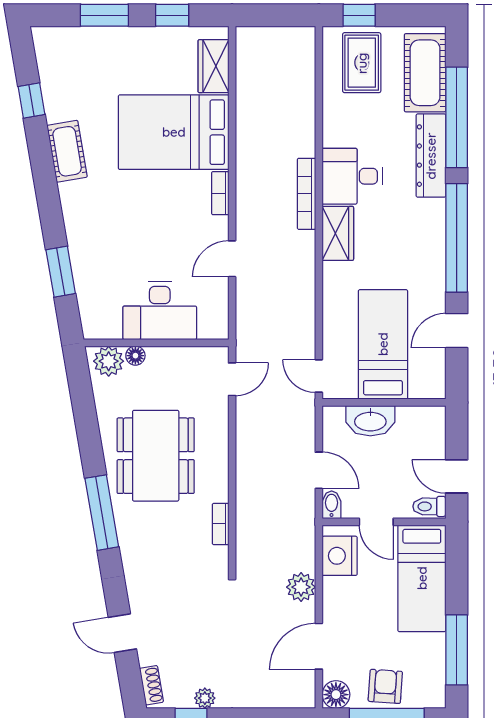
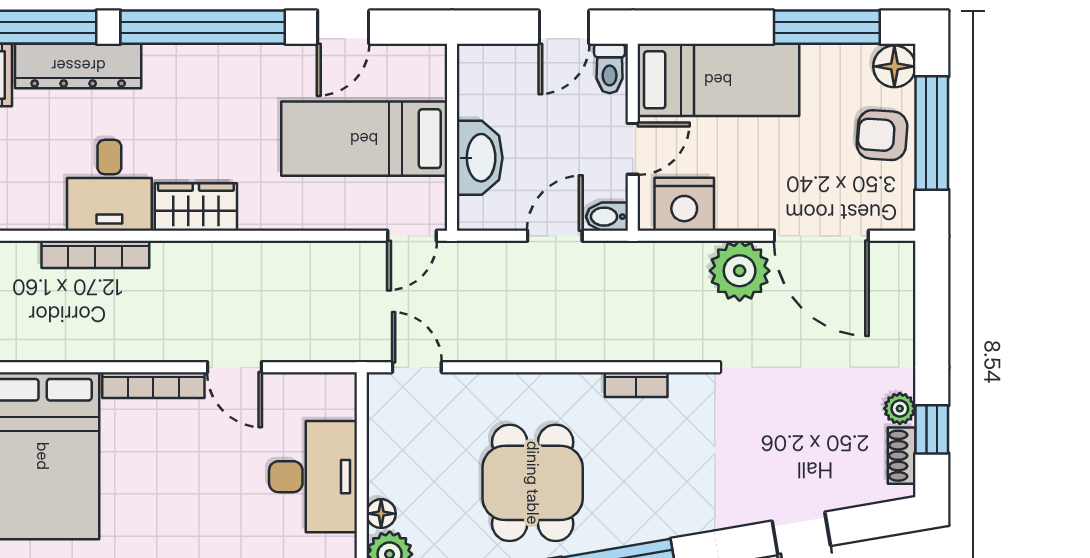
bookcase: (220, 193) -> (153, 385), width x1.56
bookcase: (307, 194) -> (95, 254), moved
door: (457, 331) -> (343, 27), hinge flipped
dining table: (156, 456) -> (533, 483), width x0.73
plant: (301, 587) -> (740, 271), width x1.36, depth x1.36
door: (319, 646) -> (821, 236), width x1.36
shoe rack: (151, 685) -> (902, 456), moved, turned -80
floor lamp: (336, 695) -> (894, 66), moved

